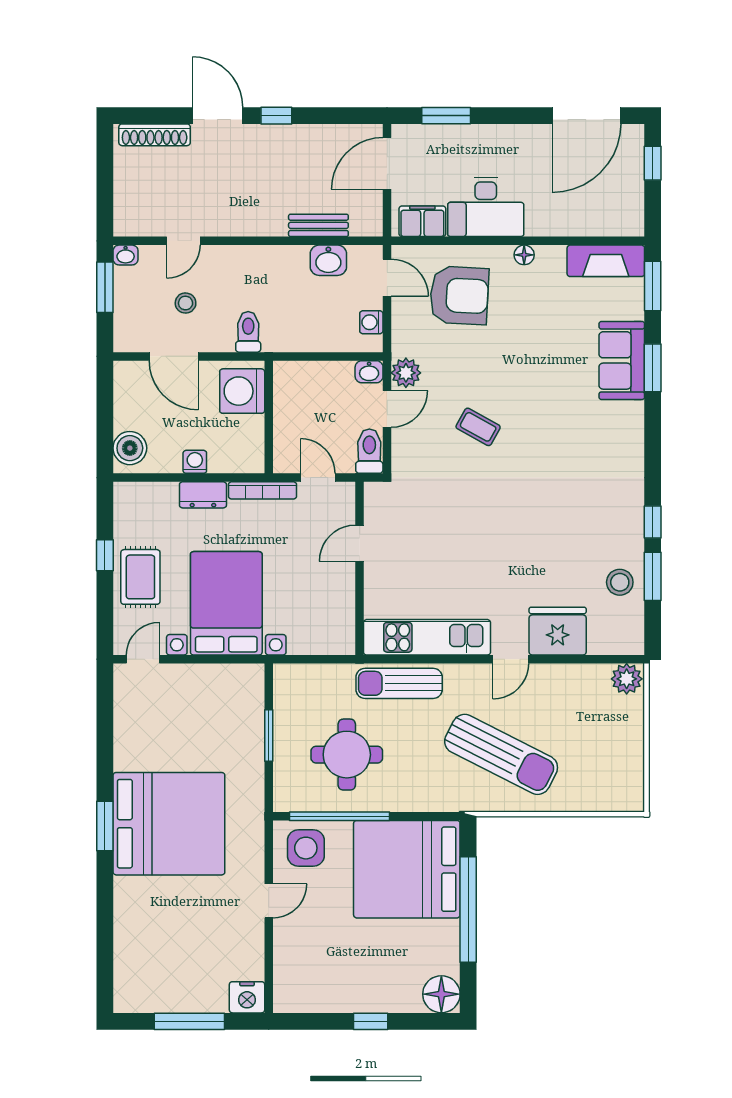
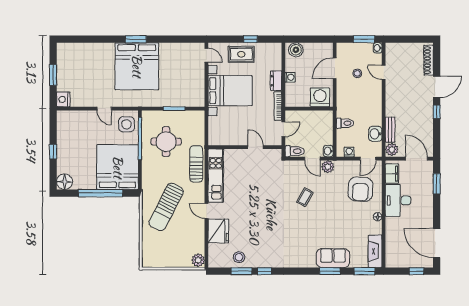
plant: (365, 222) -> (392, 149), added
toilet: (248, 332) -> (345, 123), moved
window: (189, 1021) -> (53, 75), width x0.69

